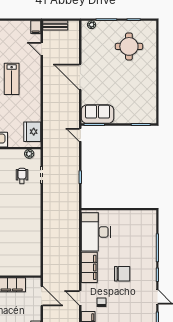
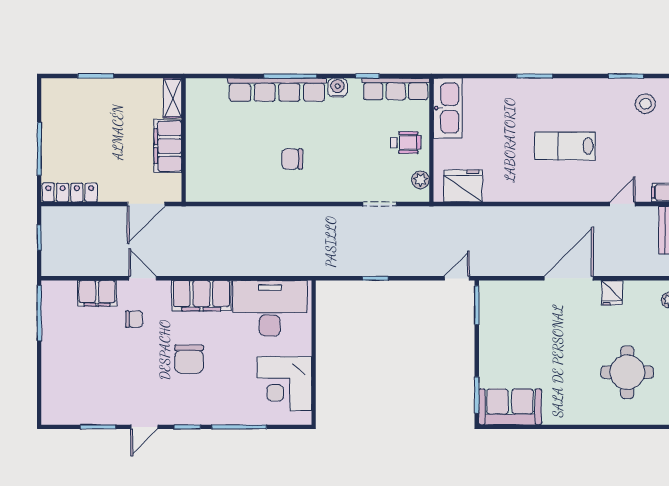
fridge: (88, 54) -> (612, 293), added
sofa: (98, 114) -> (510, 407), moved, turned -90
wheelchair: (22, 176) -> (406, 143), moved
chair: (18, 220) -> (292, 159), added
corner desk: (135, 224) -> (284, 384), added
door: (80, 298) -> (143, 278), hinge flipped

